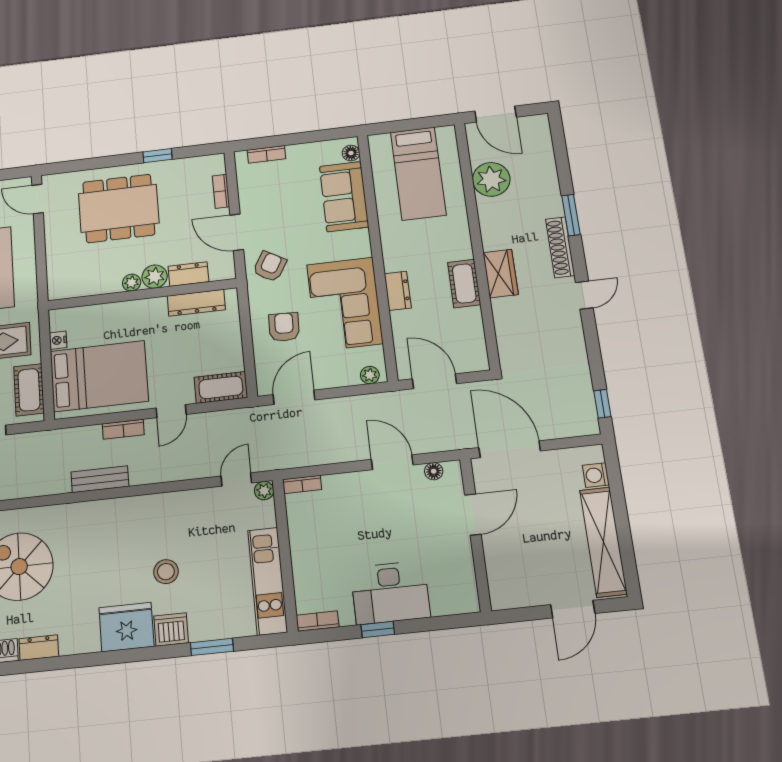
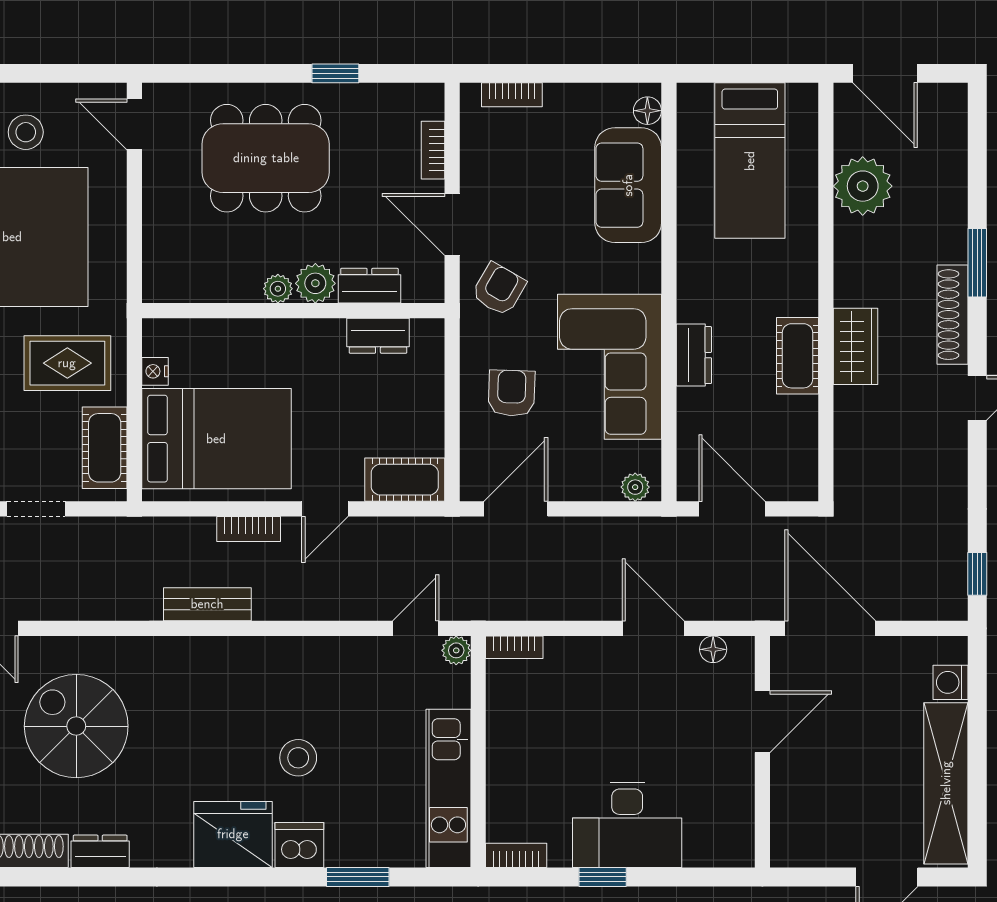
dresser: (196, 303) -> (378, 336), width x0.70

